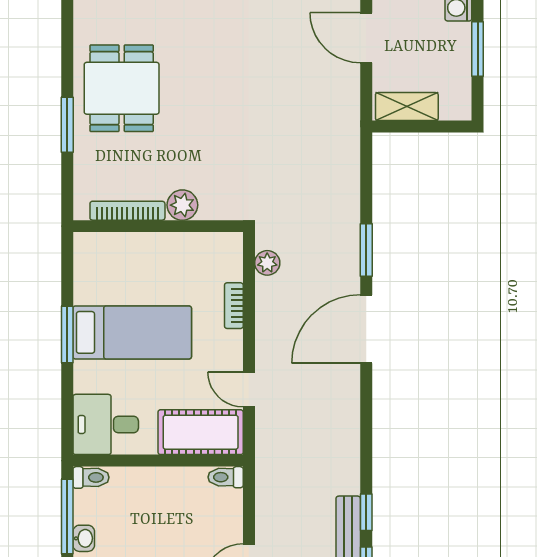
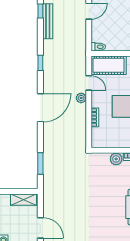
window: (366, 250) -> (40, 163), moved
plant: (267, 263) -> (81, 98), moved
window: (366, 512) -> (40, 63), moved

